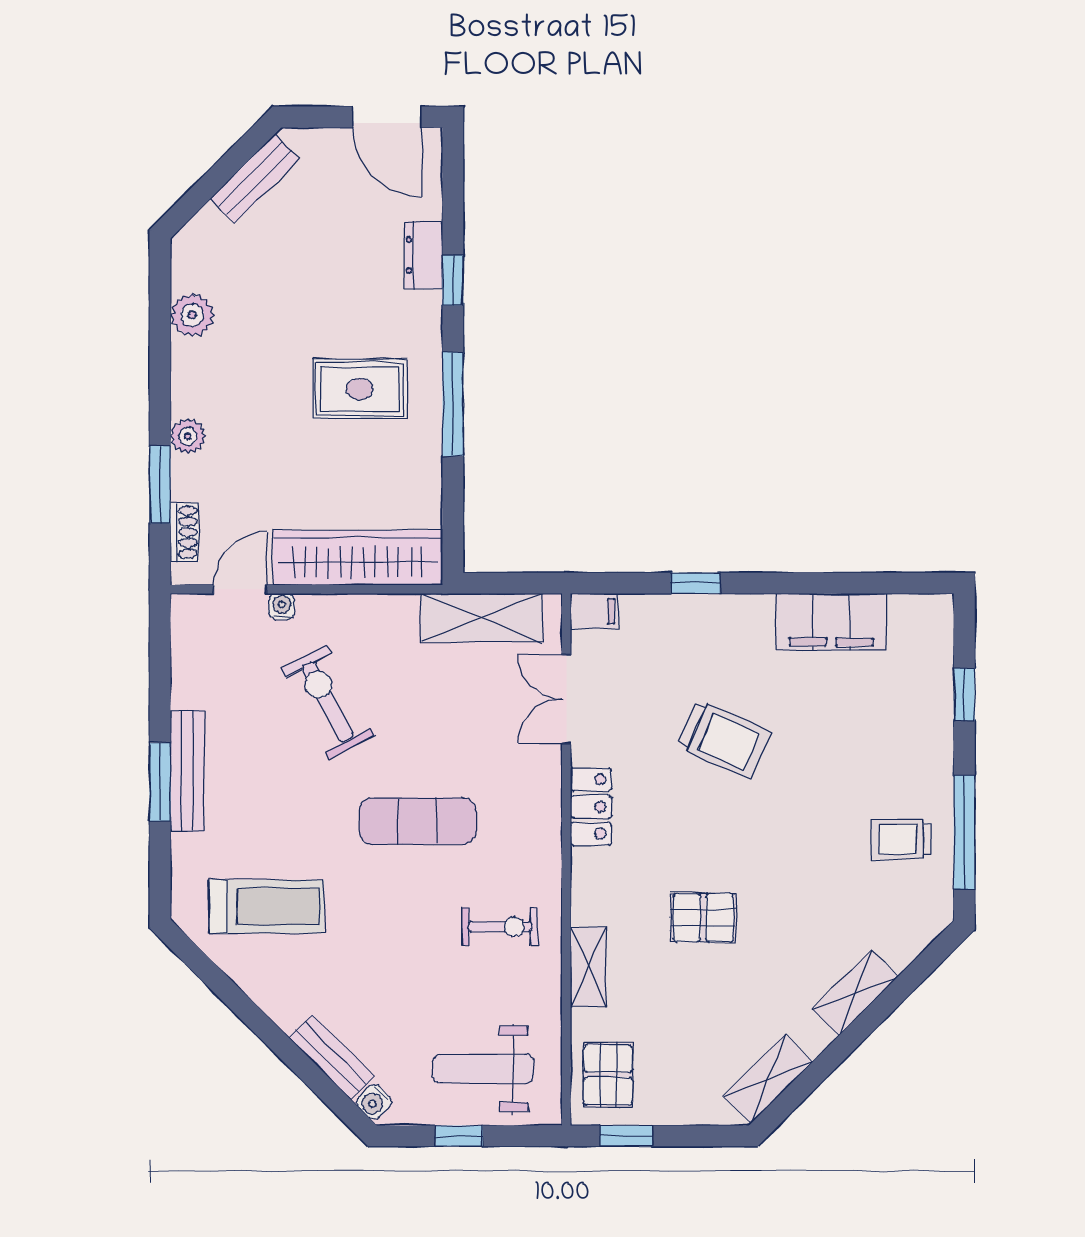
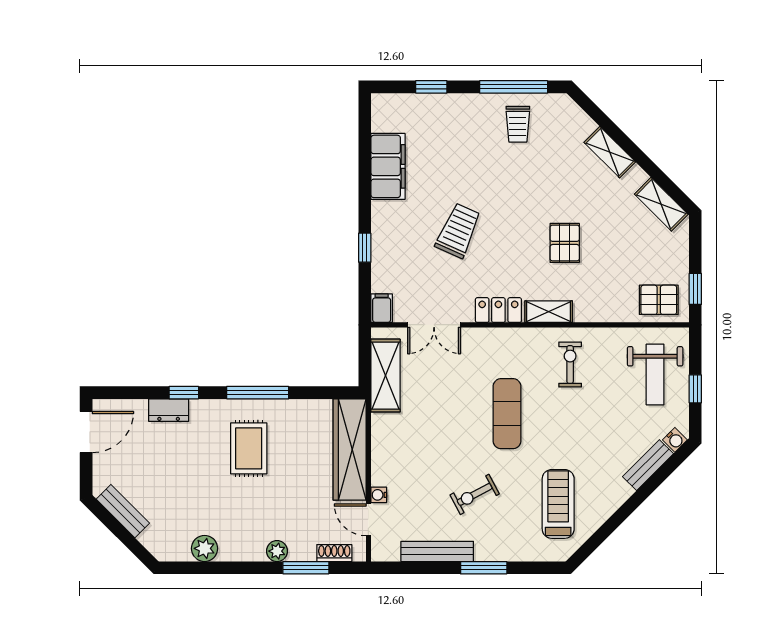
exercise bike: (328, 702) -> (475, 494), moved, width x0.73, depth x0.72
bench: (187, 771) -> (437, 551), moved
shelving: (588, 967) -> (549, 312), moved

